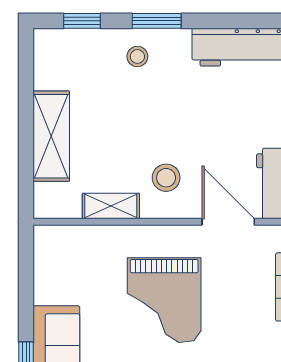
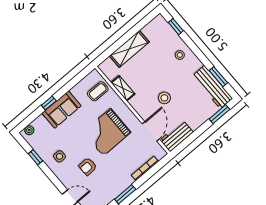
window: (157, 21) -> (218, 77), moved
stool: (166, 178) -> (164, 98), moved
coffee table: (79, 255) -> (98, 91), added

